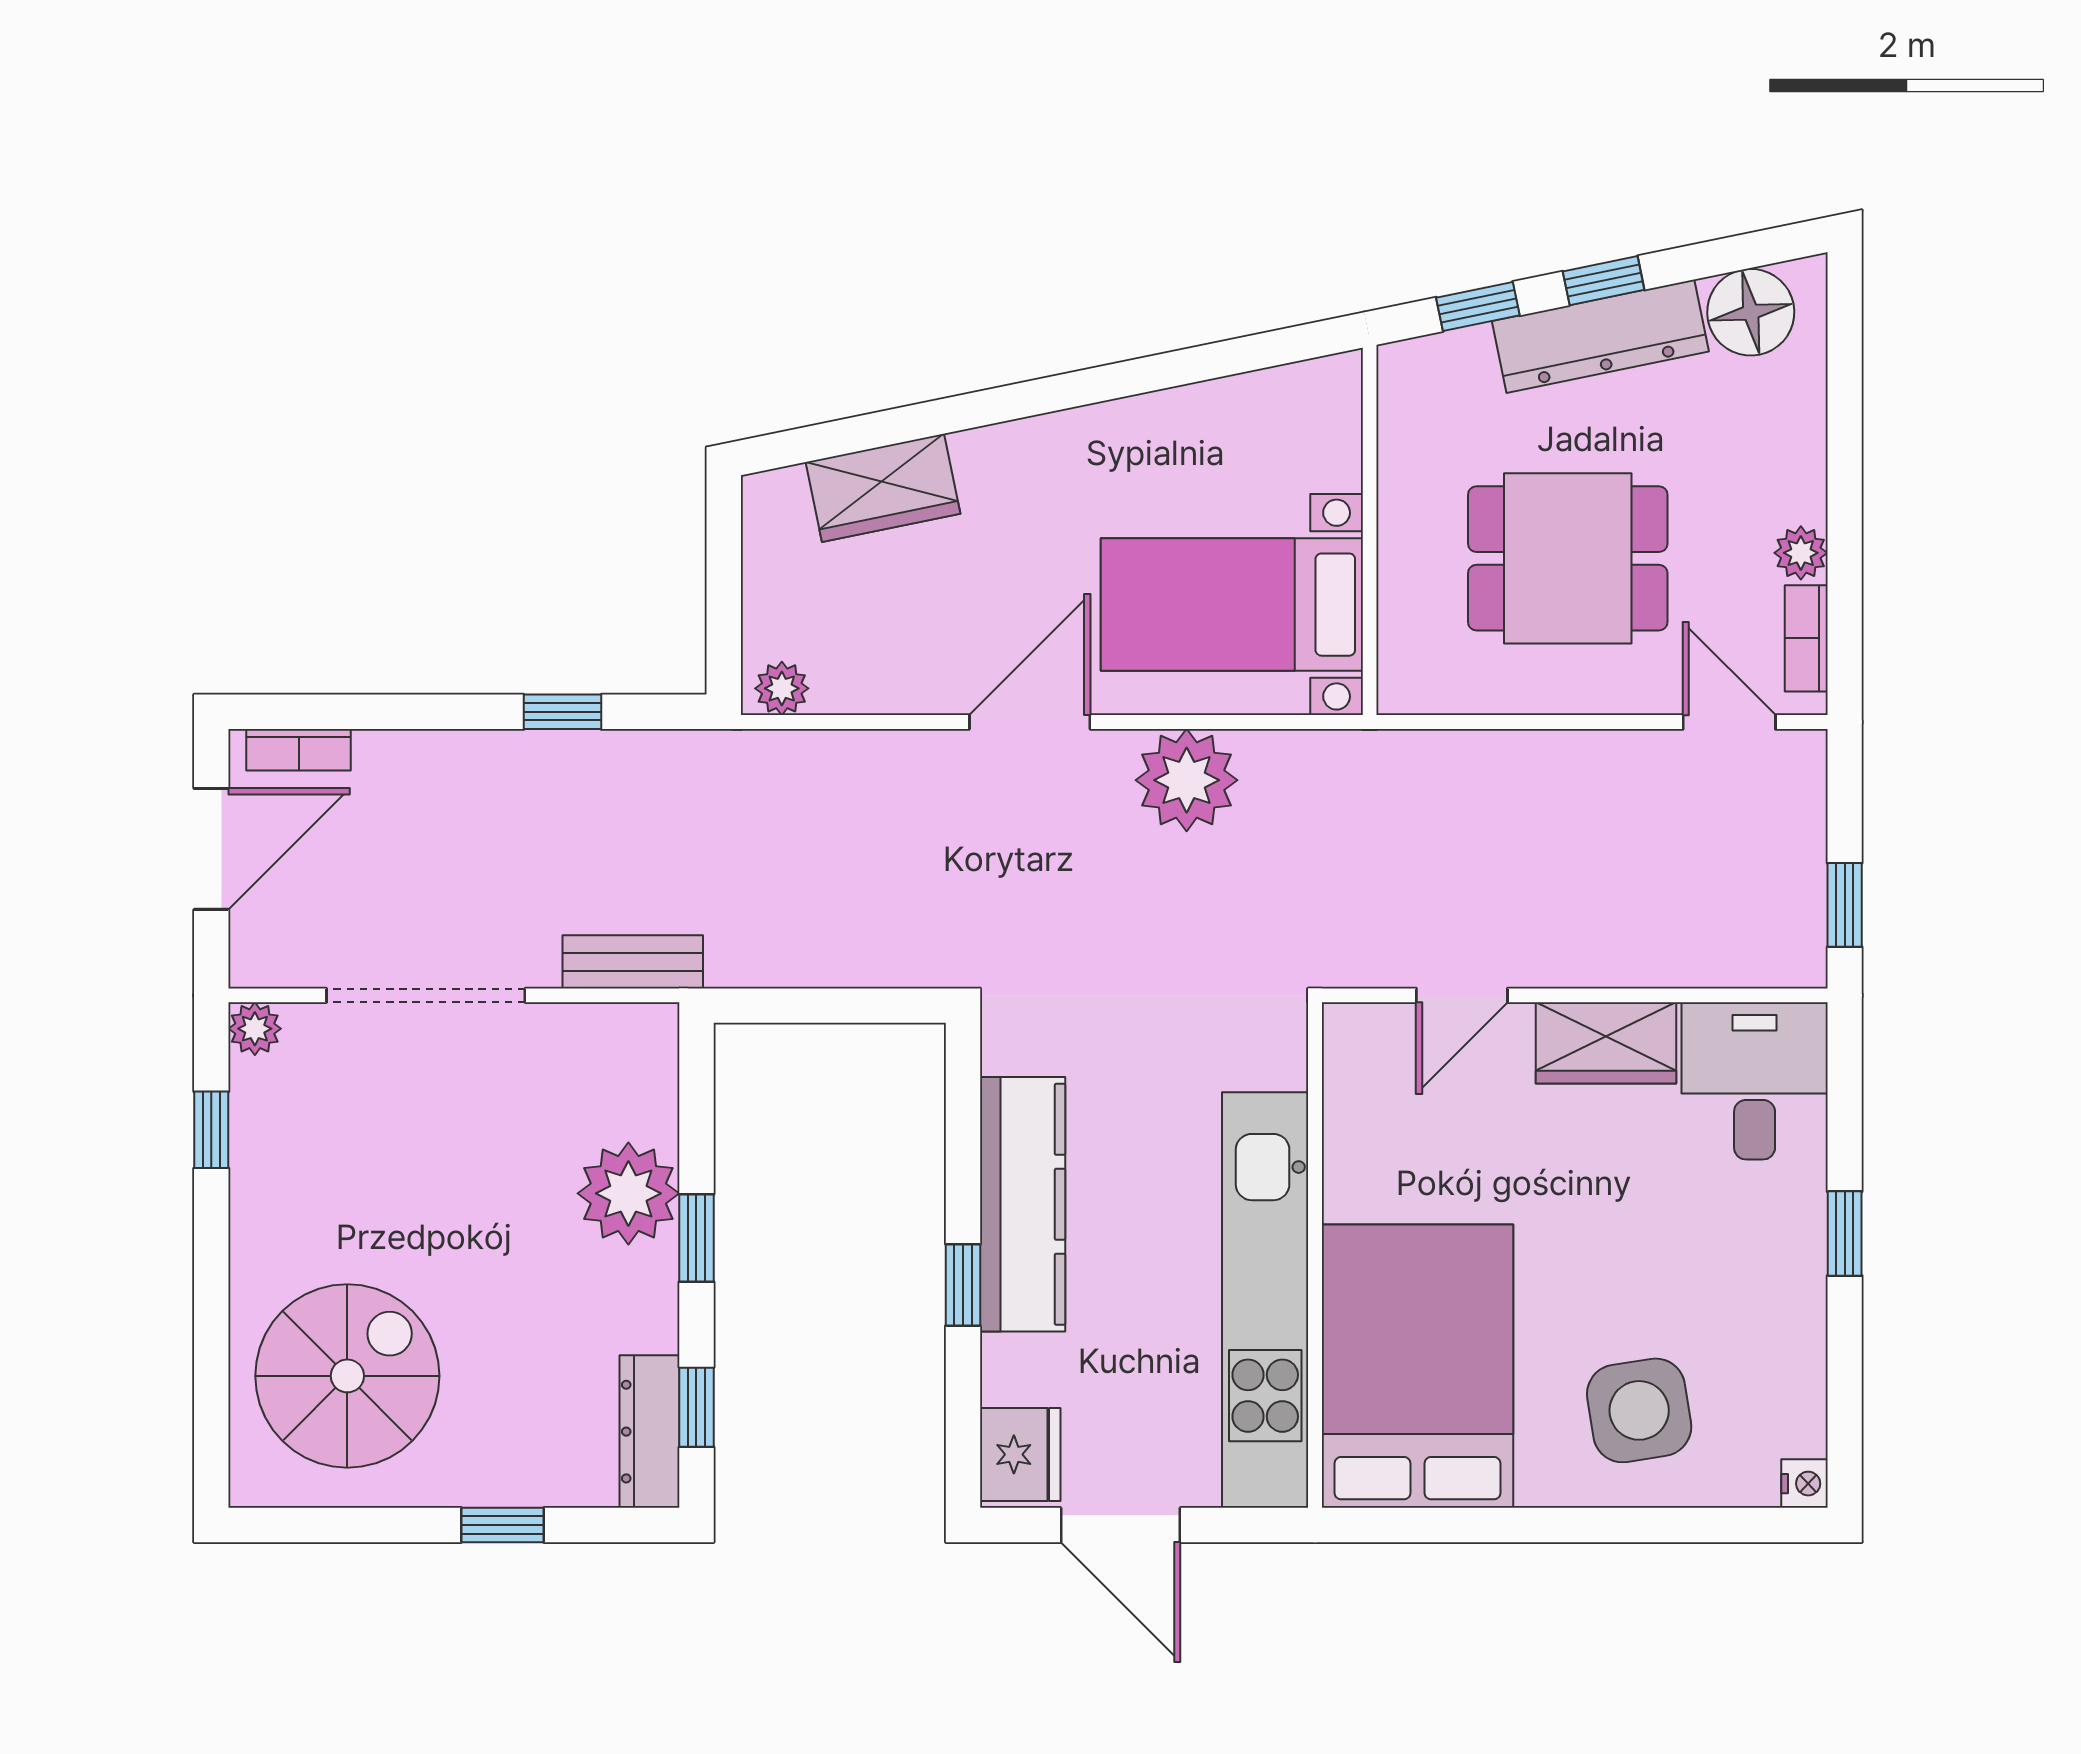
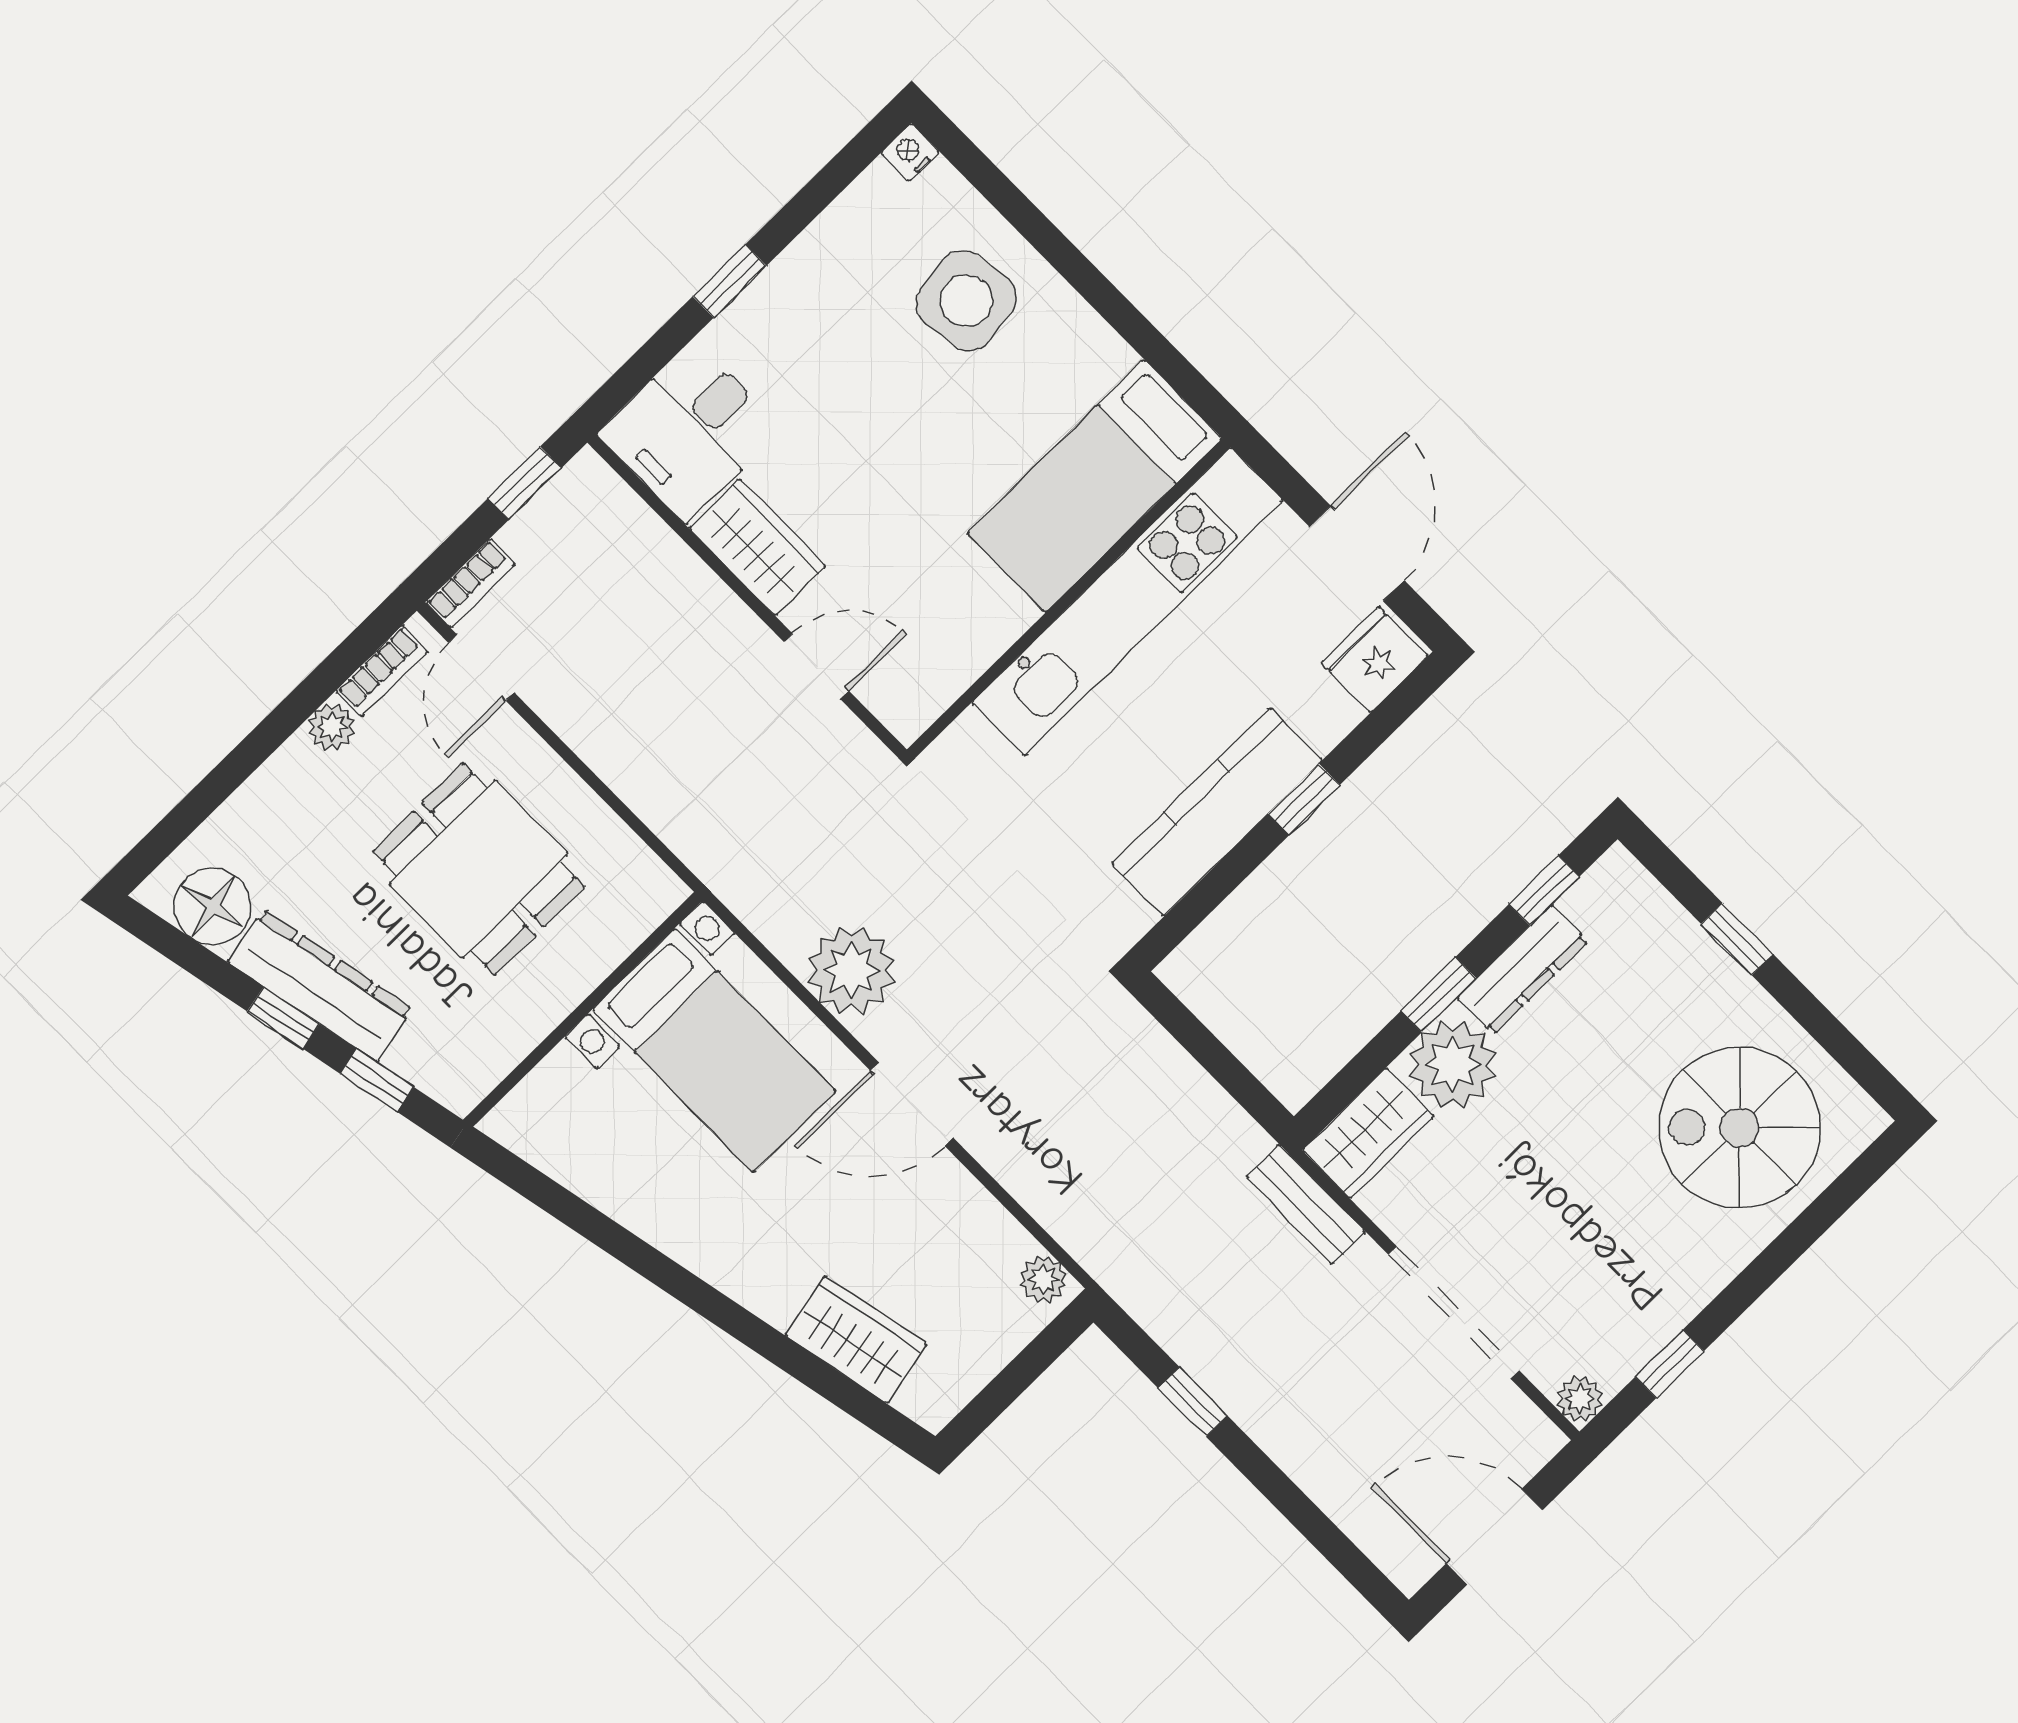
bookcase: (299, 750) -> (470, 583), moved, turned 90
wardrobe: (640, 1070) -> (1368, 1133), added
bed: (1418, 1366) -> (1095, 486), width x0.67
dresser: (650, 1432) -> (1523, 970), moved

